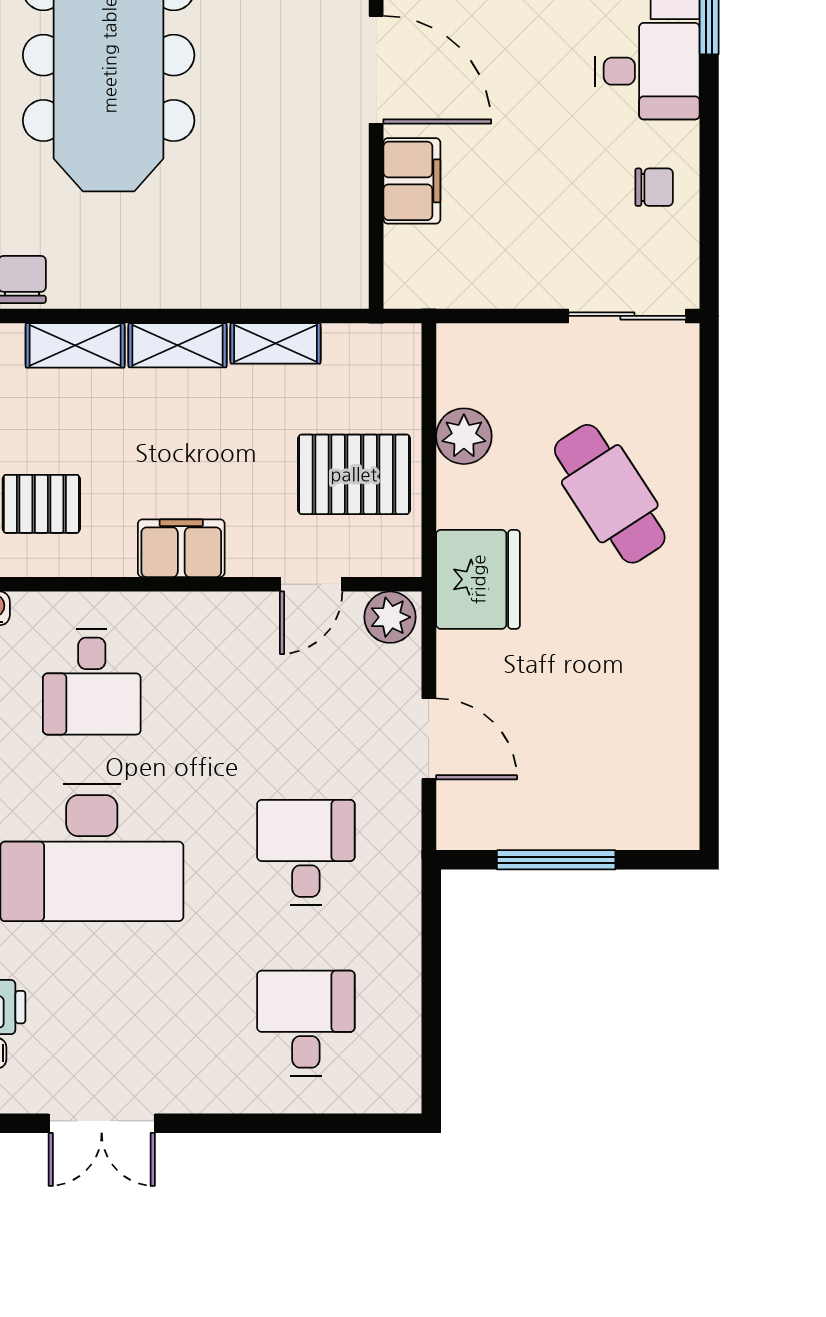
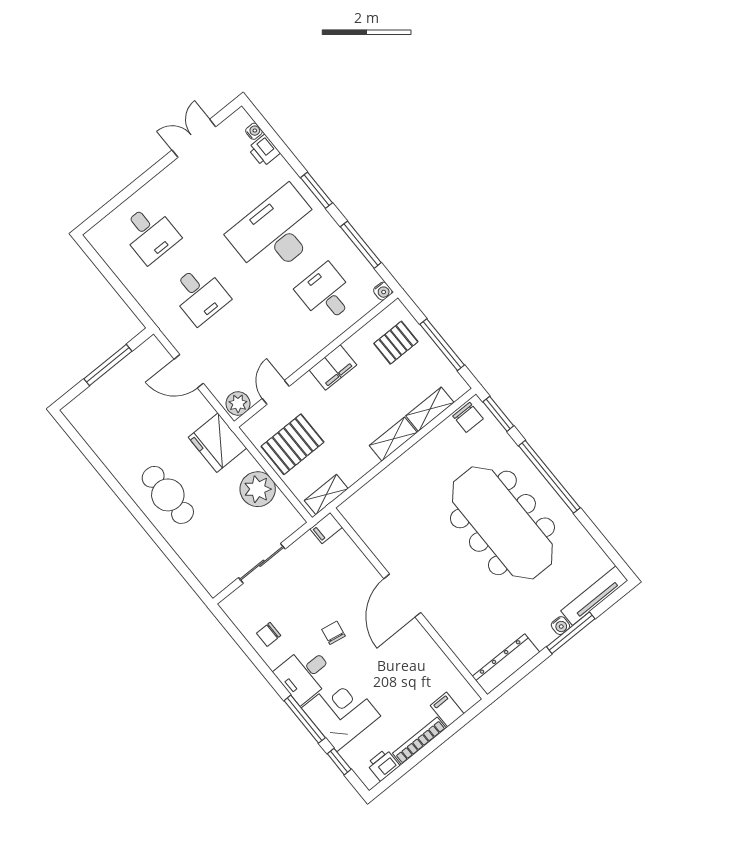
door: (376, 70) -> (402, 596), hinge flipped
chair: (543, 101) -> (333, 633), added
filing cabinet: (412, 181) -> (326, 528), moved, width x0.50
sliding door: (627, 316) -> (262, 563), moved
shelving: (276, 343) -> (326, 495), moved
plant: (464, 436) -> (258, 489), width x1.36, depth x1.36
cafe table: (610, 494) -> (168, 495), moved, turned 33

